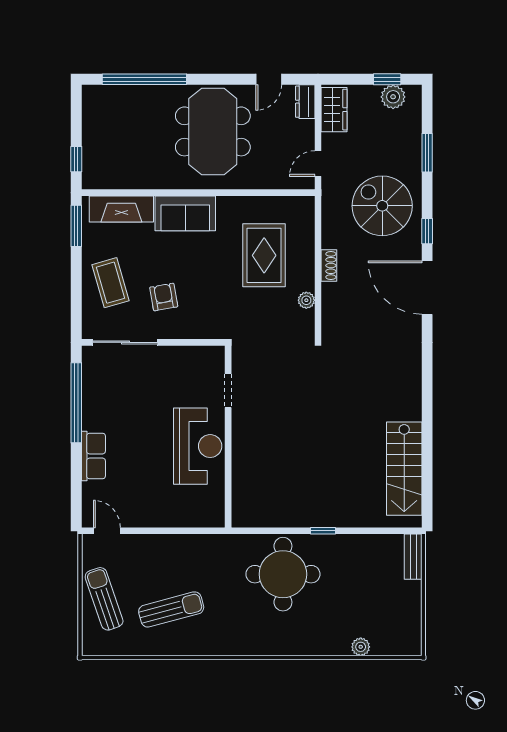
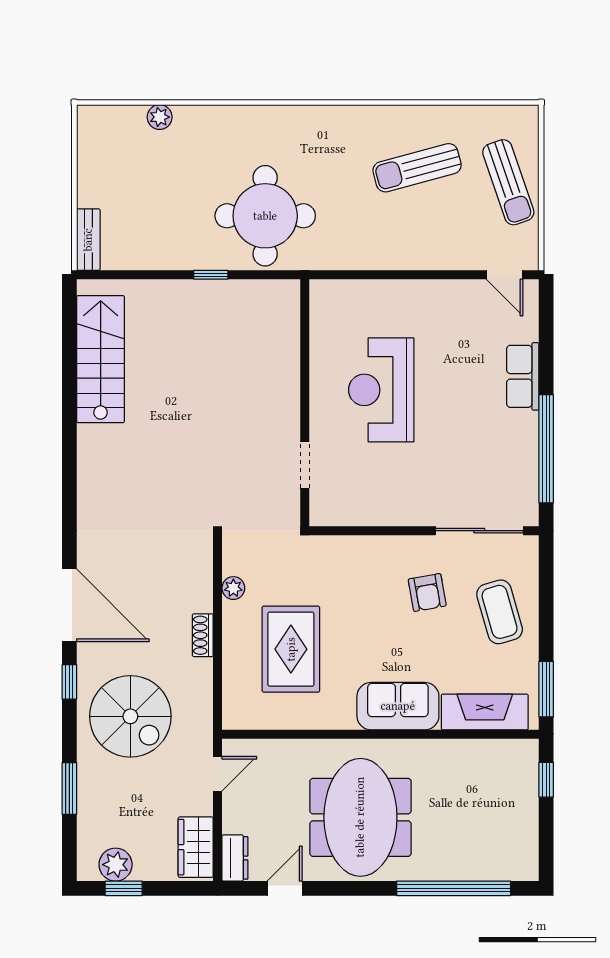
doorway: (228, 391) -> (305, 465), moved
wall: (228, 437) -> (305, 403), moved

